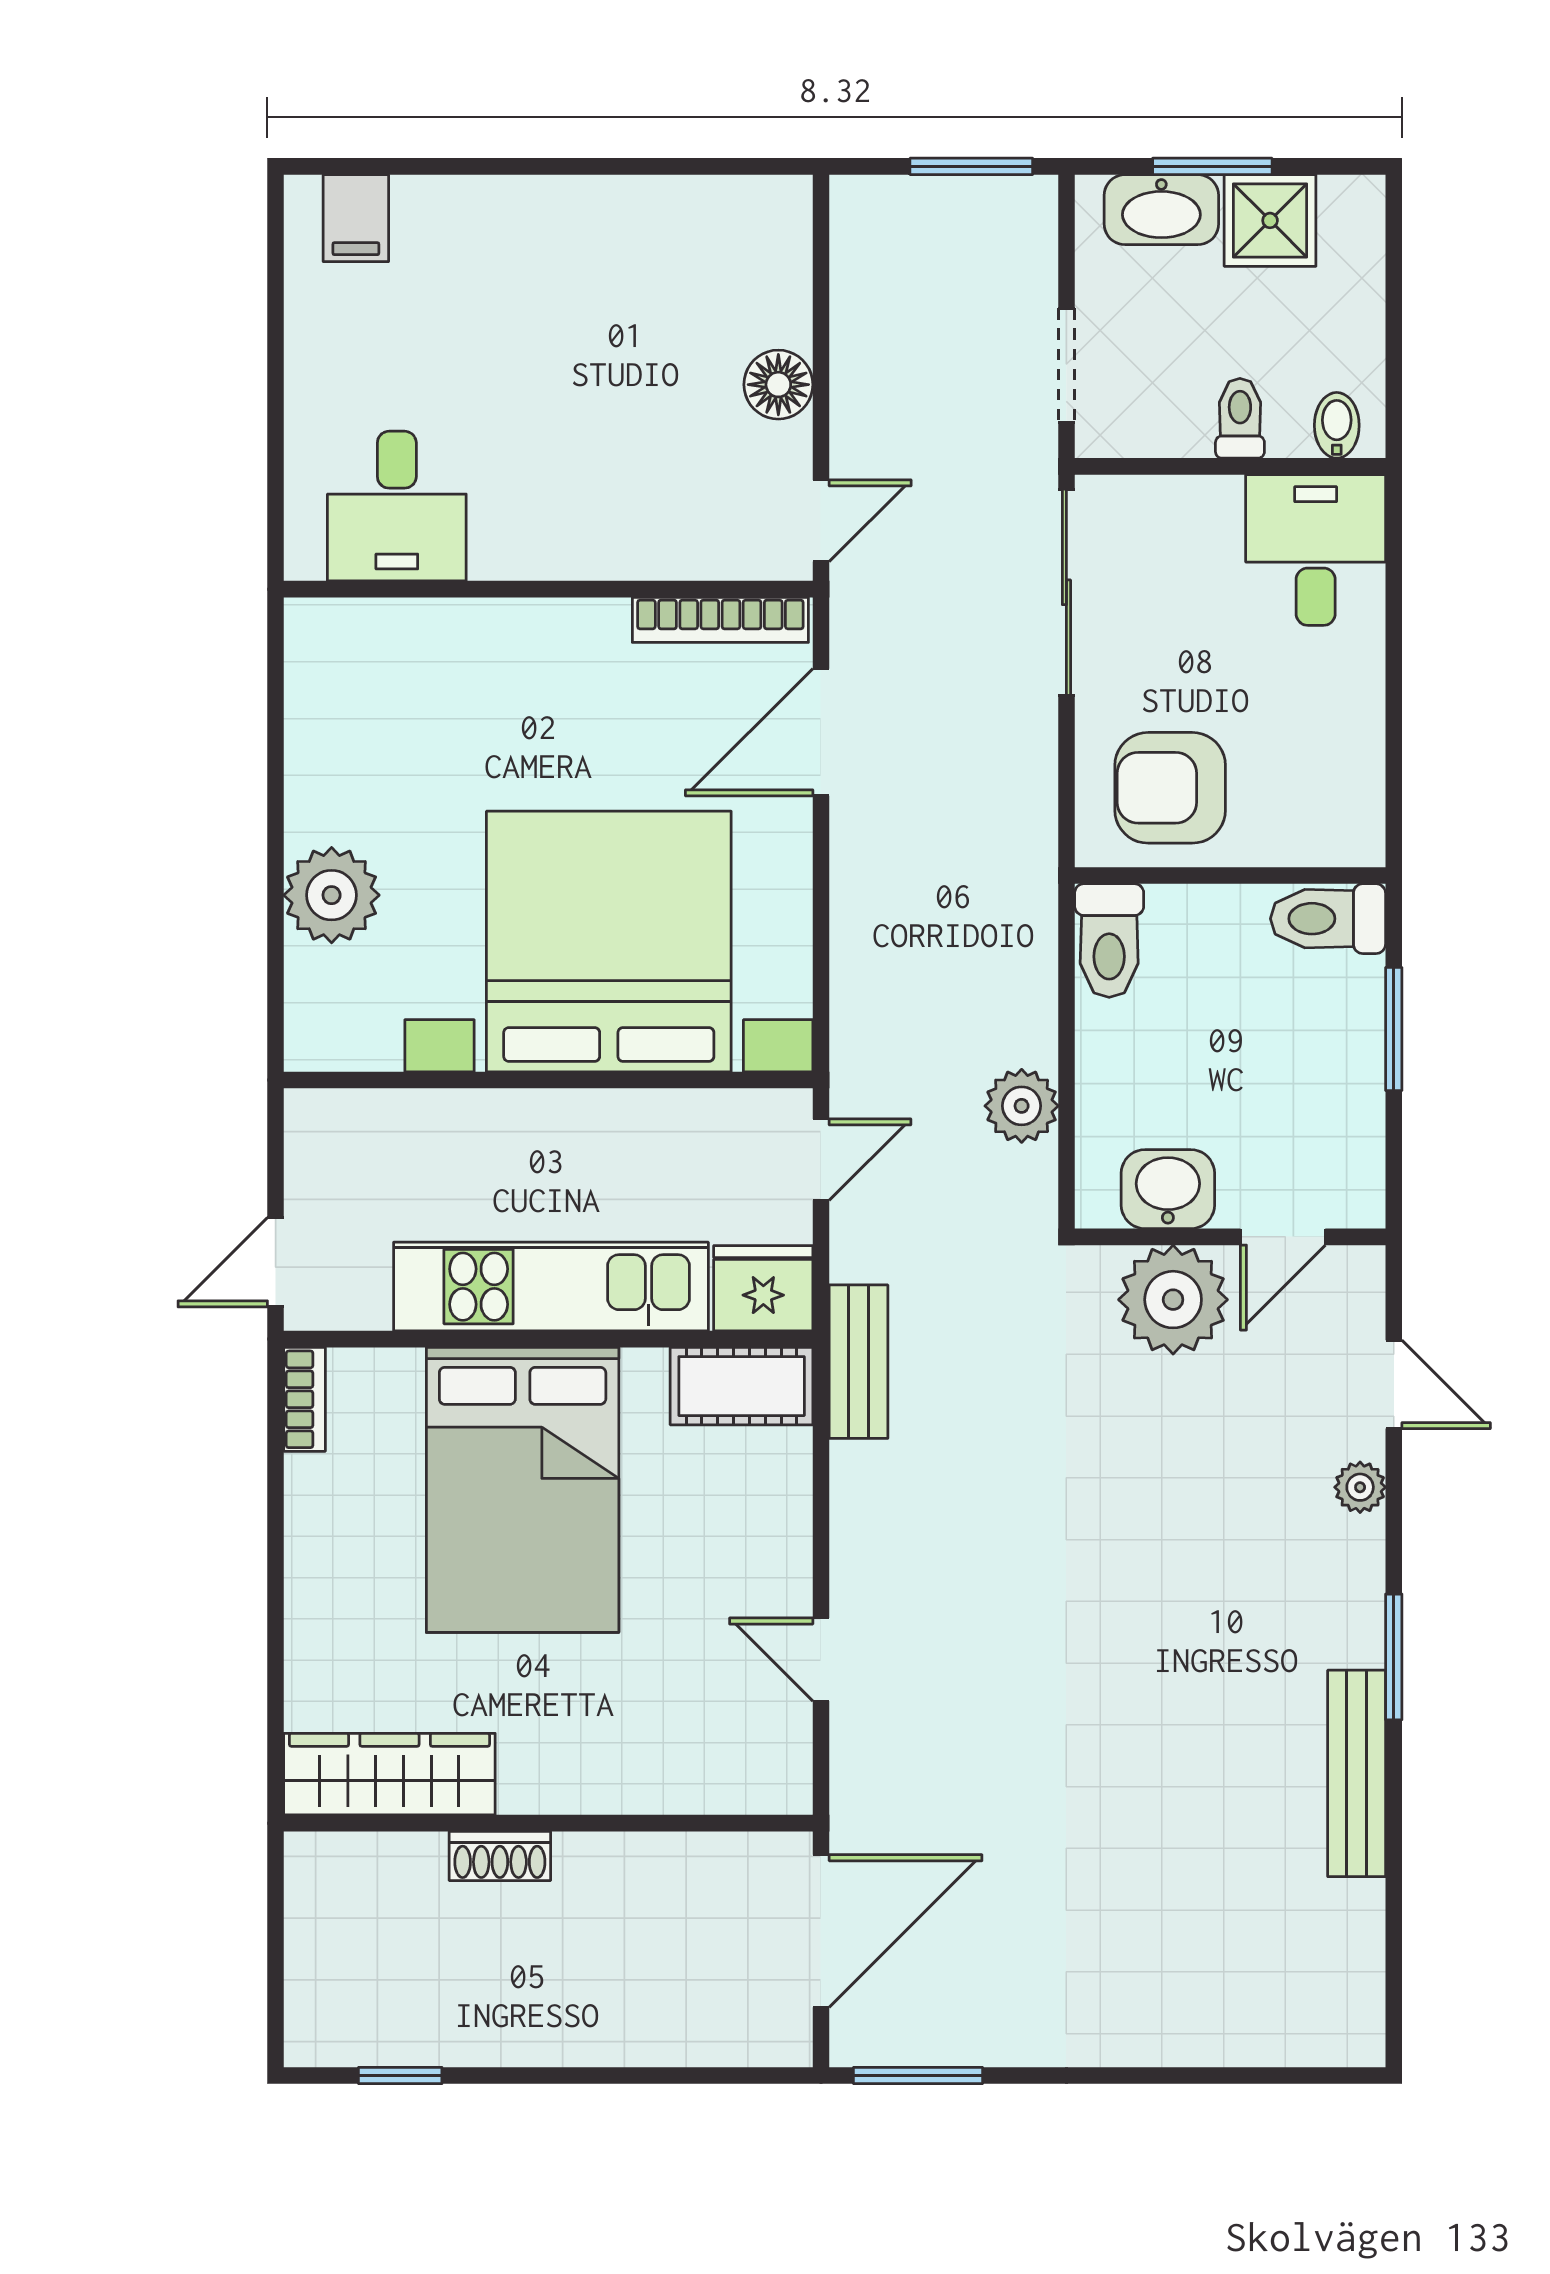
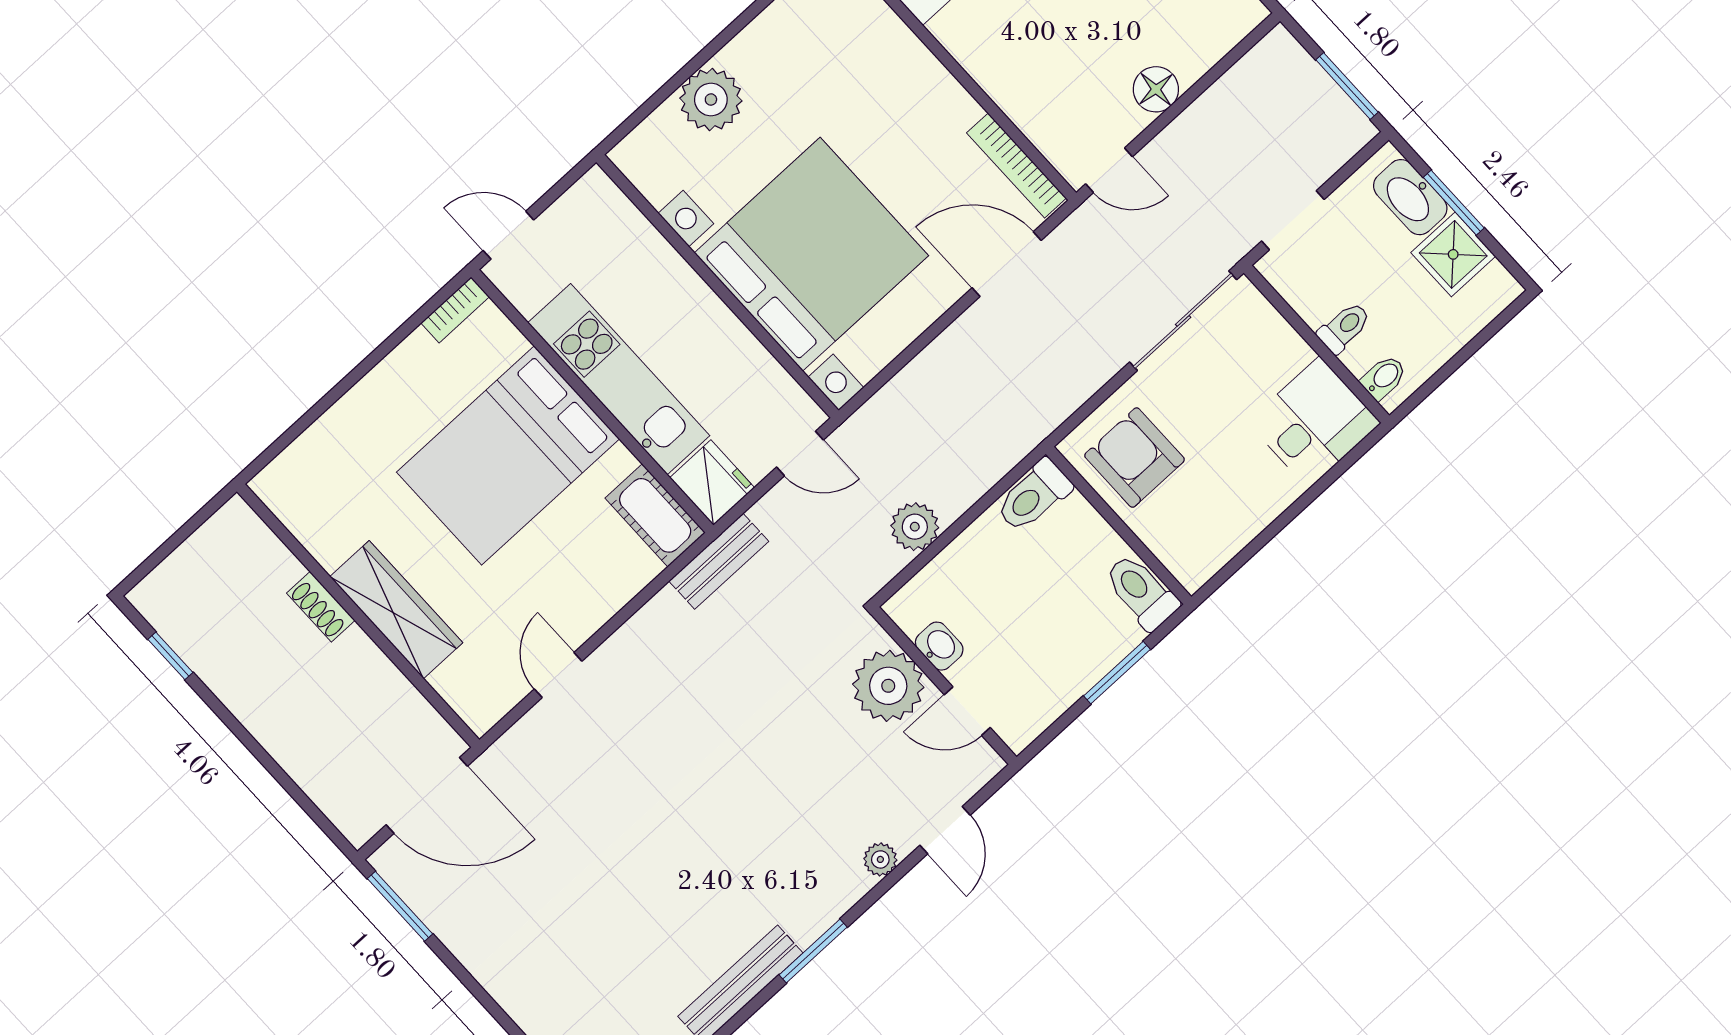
washbasin: (1168, 1189) -> (939, 646), width x0.72, depth x0.69
wardrobe: (389, 1774) -> (396, 610), moved

